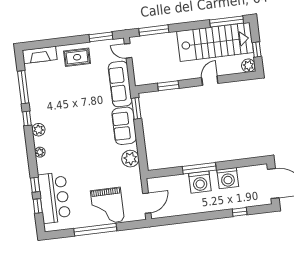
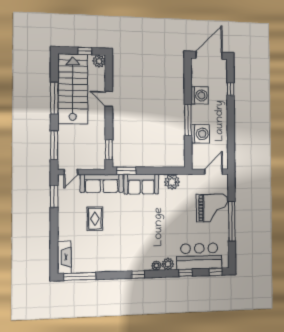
window: (227, 21) -> (54, 98), moved
rug: (77, 57) -> (95, 219), moved
window: (168, 86) -> (109, 150), moved
window: (23, 87) -> (80, 276), moved
window: (27, 118) -> (138, 274), moved
plant: (38, 130) -> (168, 264), moved
washing machine: (200, 182) -> (200, 134), moved
door: (147, 203) -> (214, 172), hinge flipped
window: (38, 206) -> (216, 272), moved

